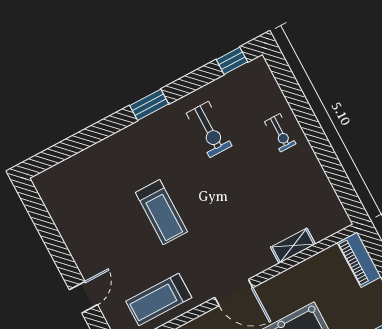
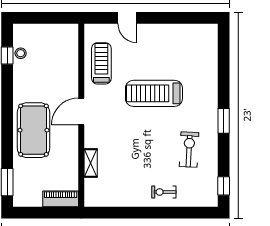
exercise bike: (209, 129) -> (189, 149), turned 93
treadmill: (161, 212) -> (154, 93), width x1.37, depth x1.38

